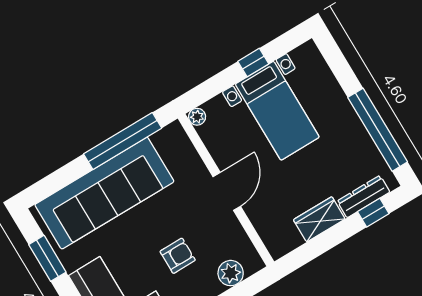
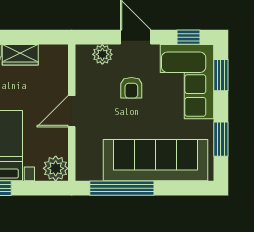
plant: (197, 117) -> (56, 168), width x1.88, depth x1.88
armchair: (178, 256) -> (131, 88), turned -90

